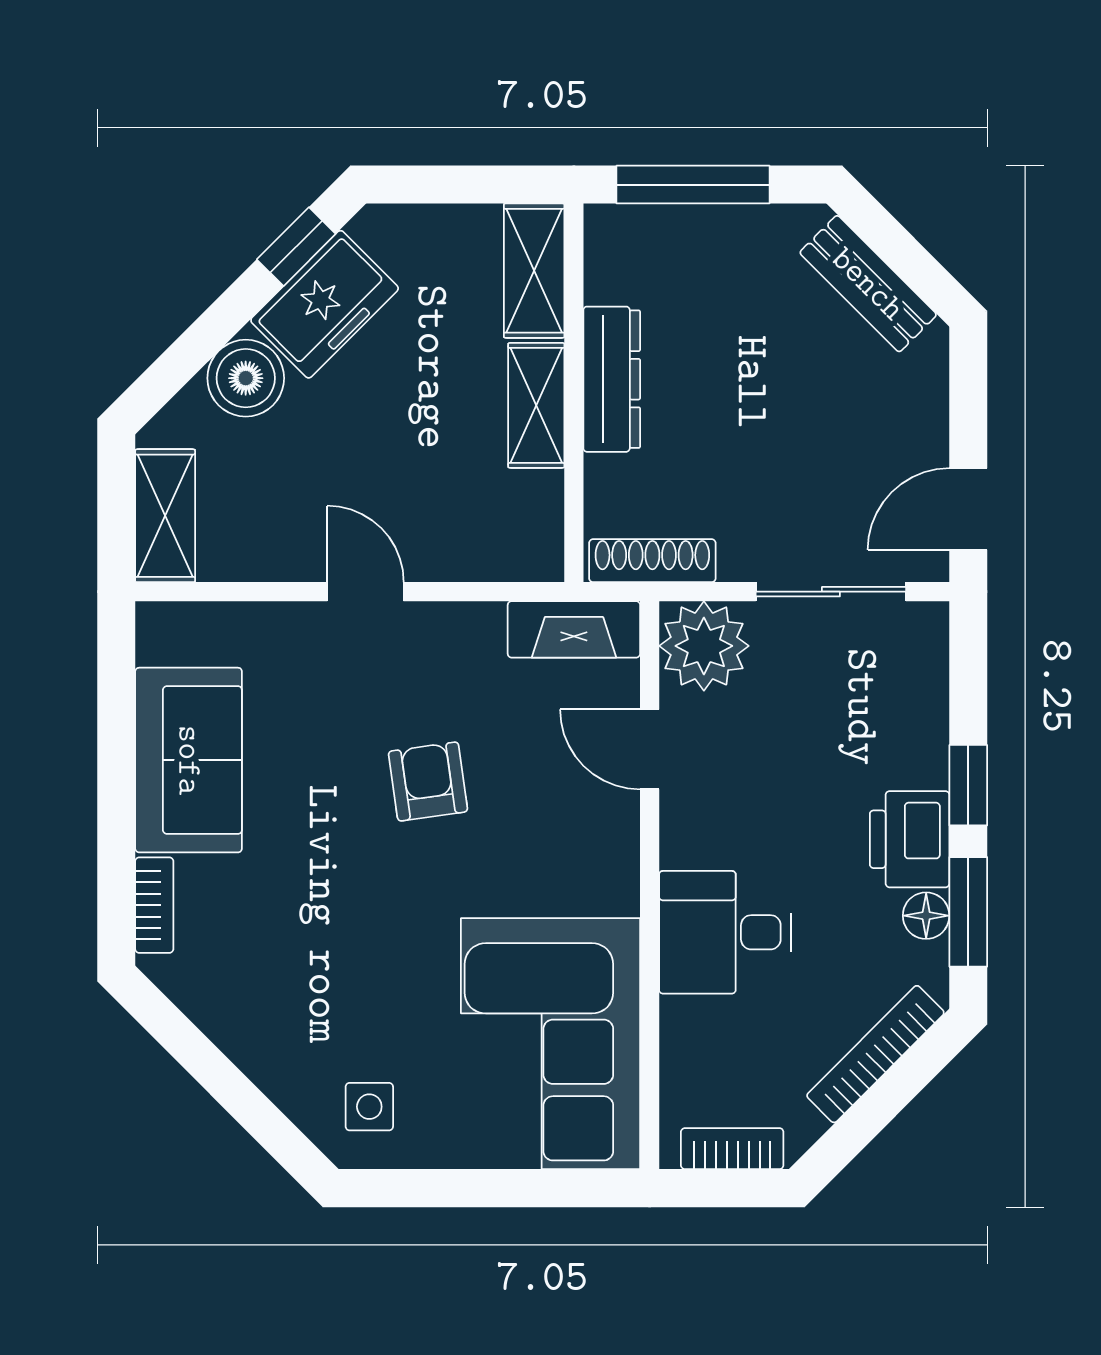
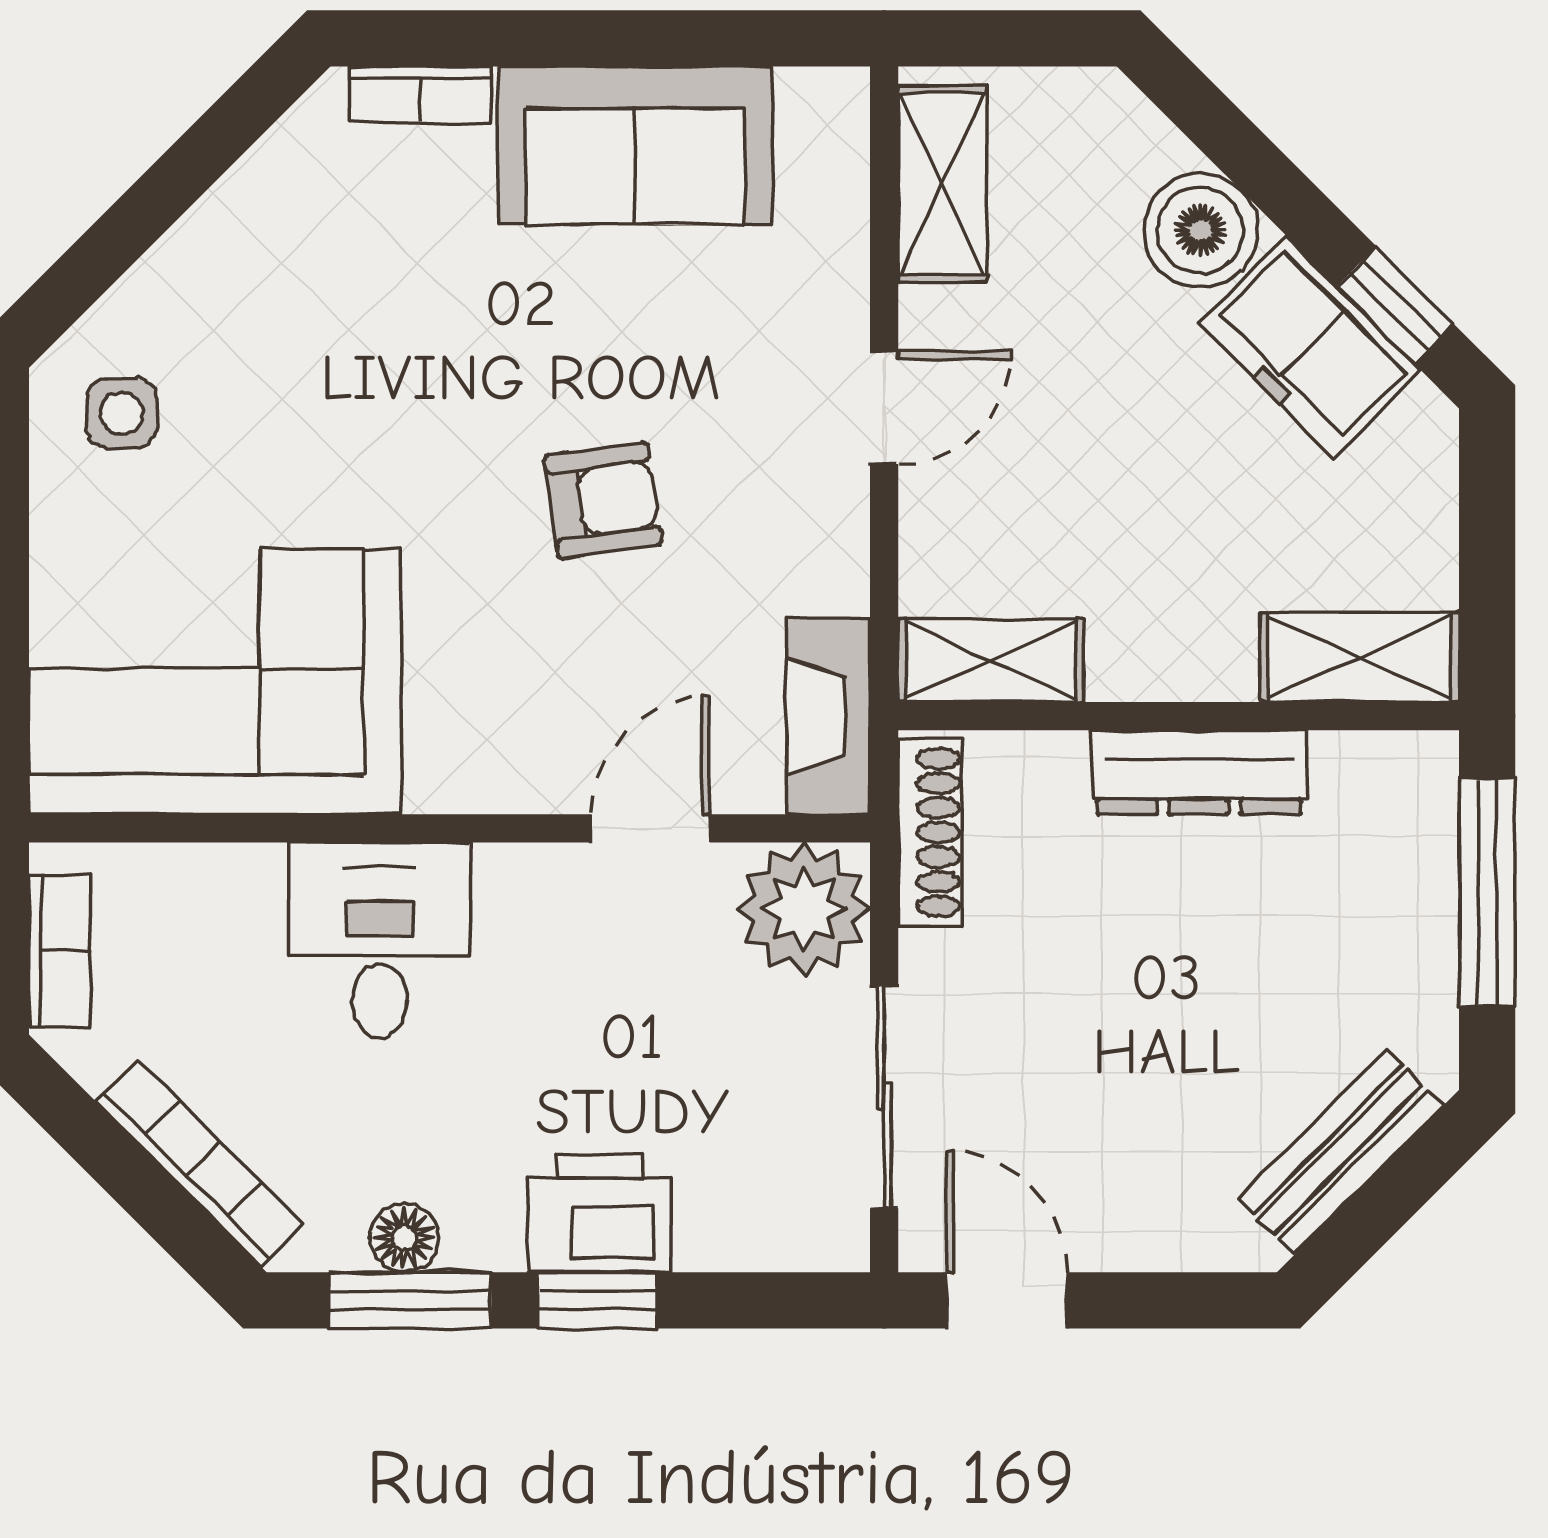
shelving: (536, 405) -> (991, 661), moved
shelving: (165, 516) -> (943, 184), moved, turned 90
printer: (910, 839) -> (600, 1213), moved

